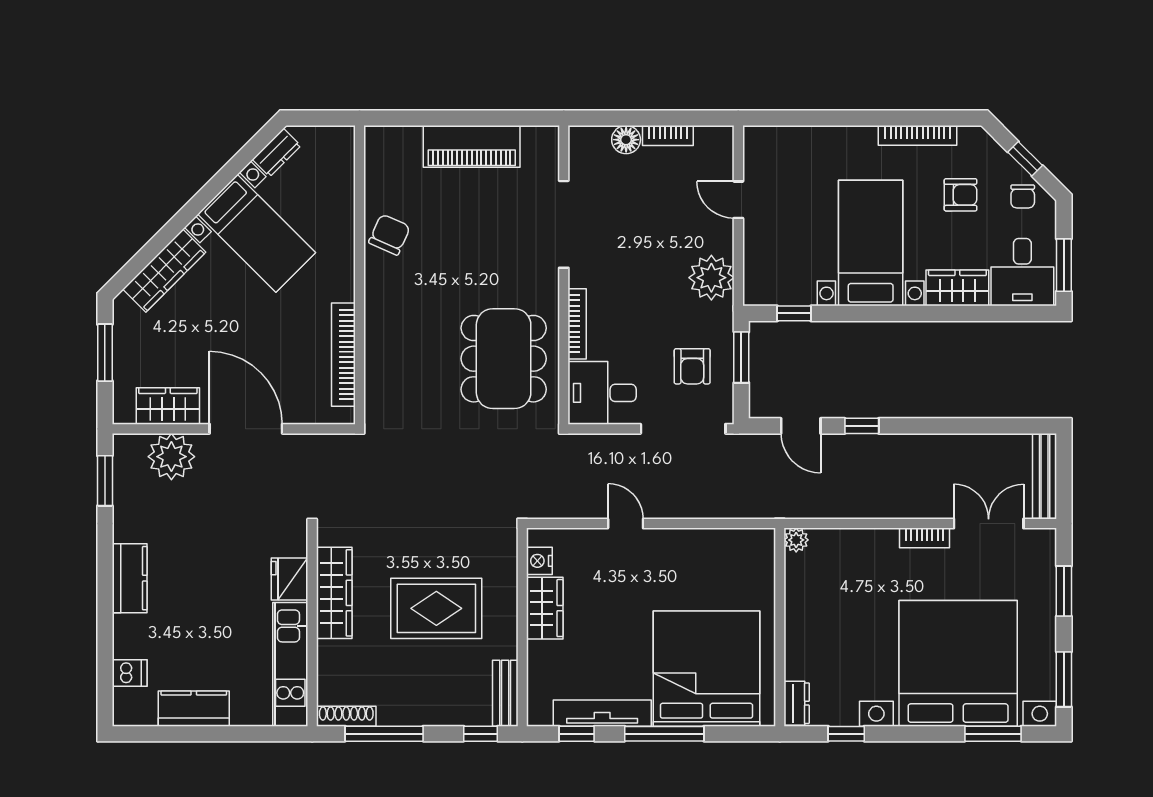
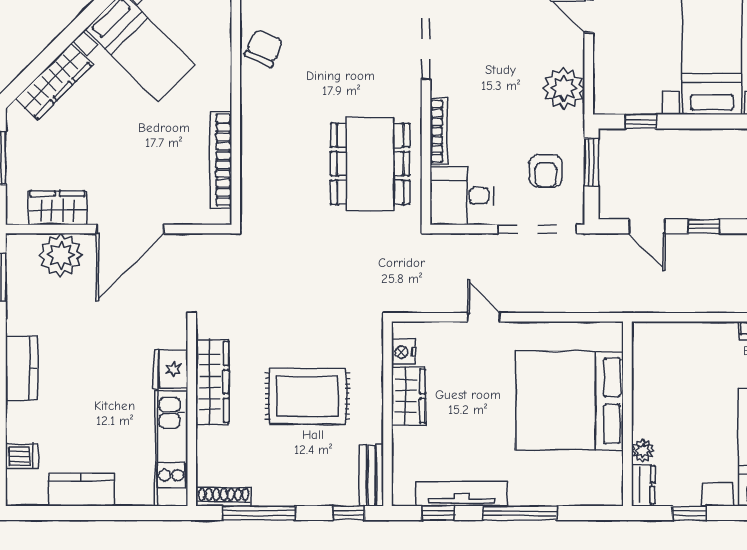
door: (246, 429) -> (130, 229), swing flipped
plant: (796, 540) -> (643, 451), moved
bed: (706, 669) -> (569, 401), moved, turned -90

